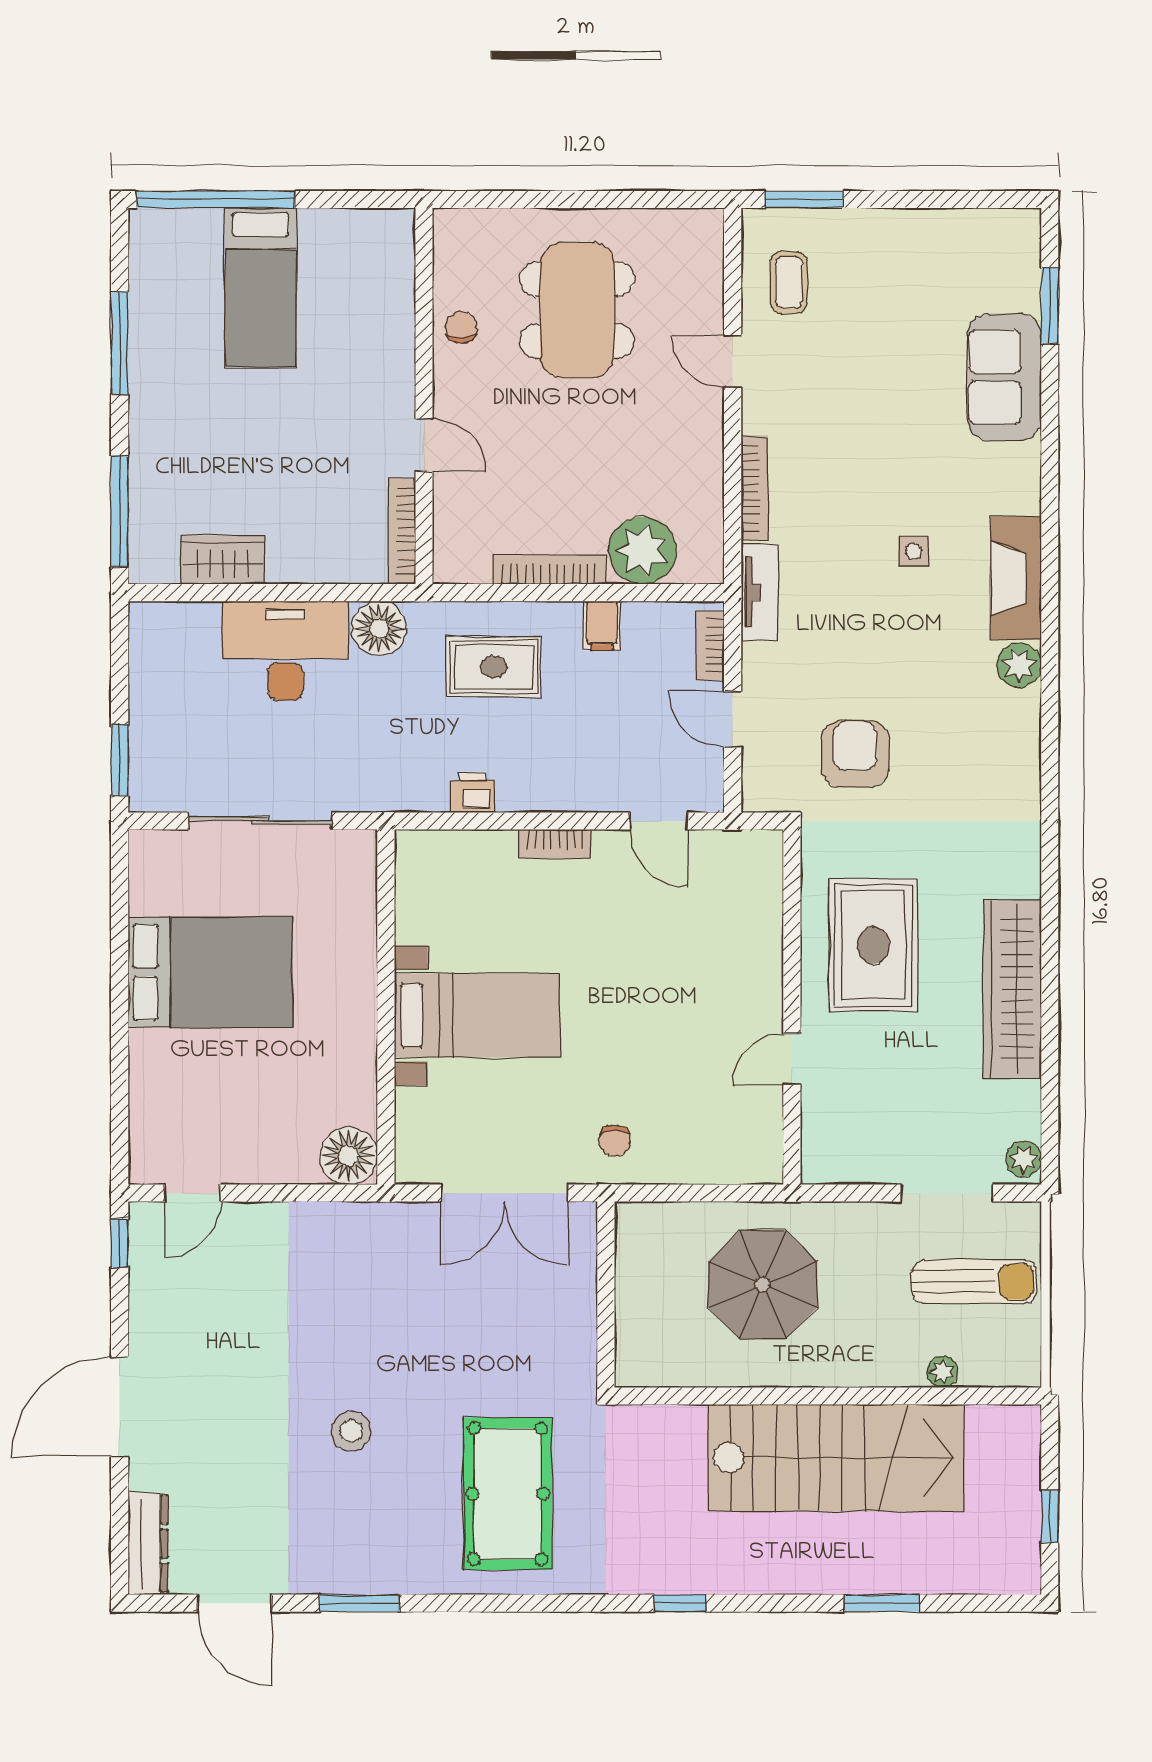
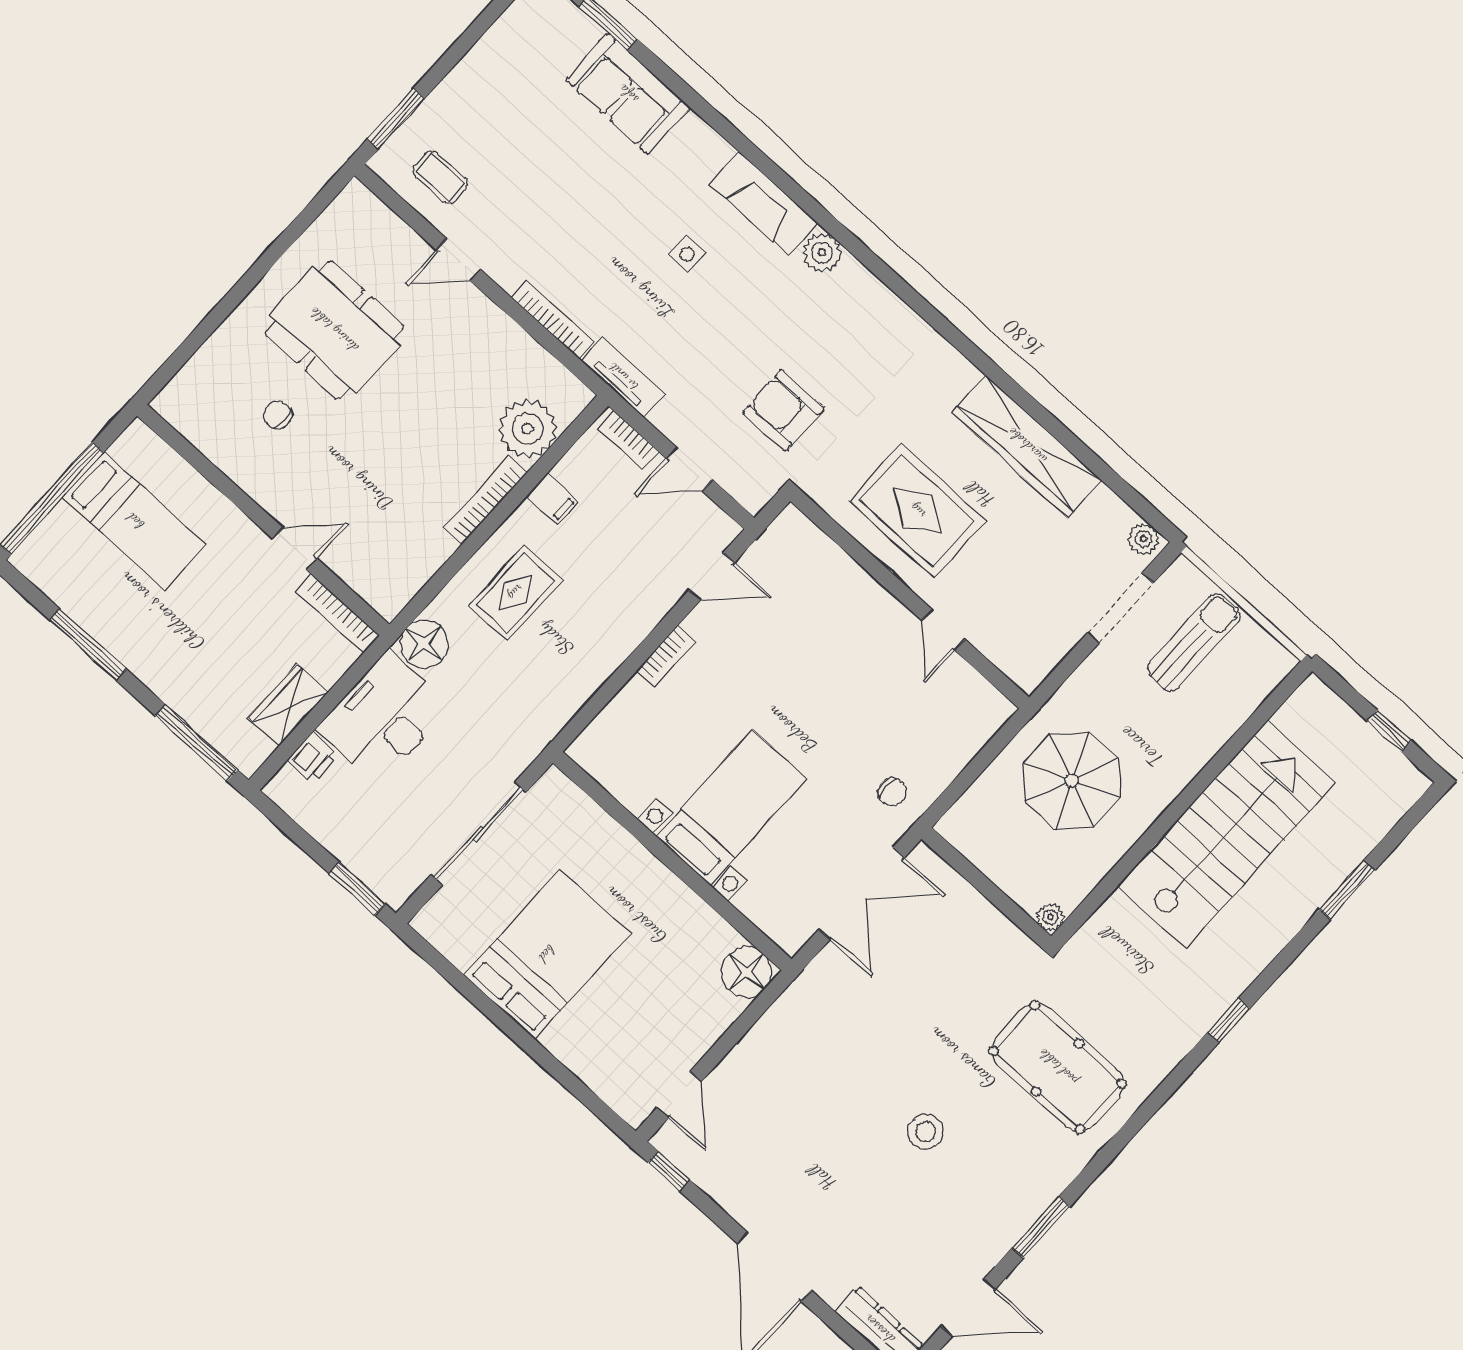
wall: (424, 396) -> (263, 520), moved
door: (424, 445) -> (295, 549), moved
bookcase: (402, 531) -> (338, 613), moved
printer: (473, 792) -> (313, 758), moved, turned 180
plant: (942, 1372) -> (1050, 917), moved

